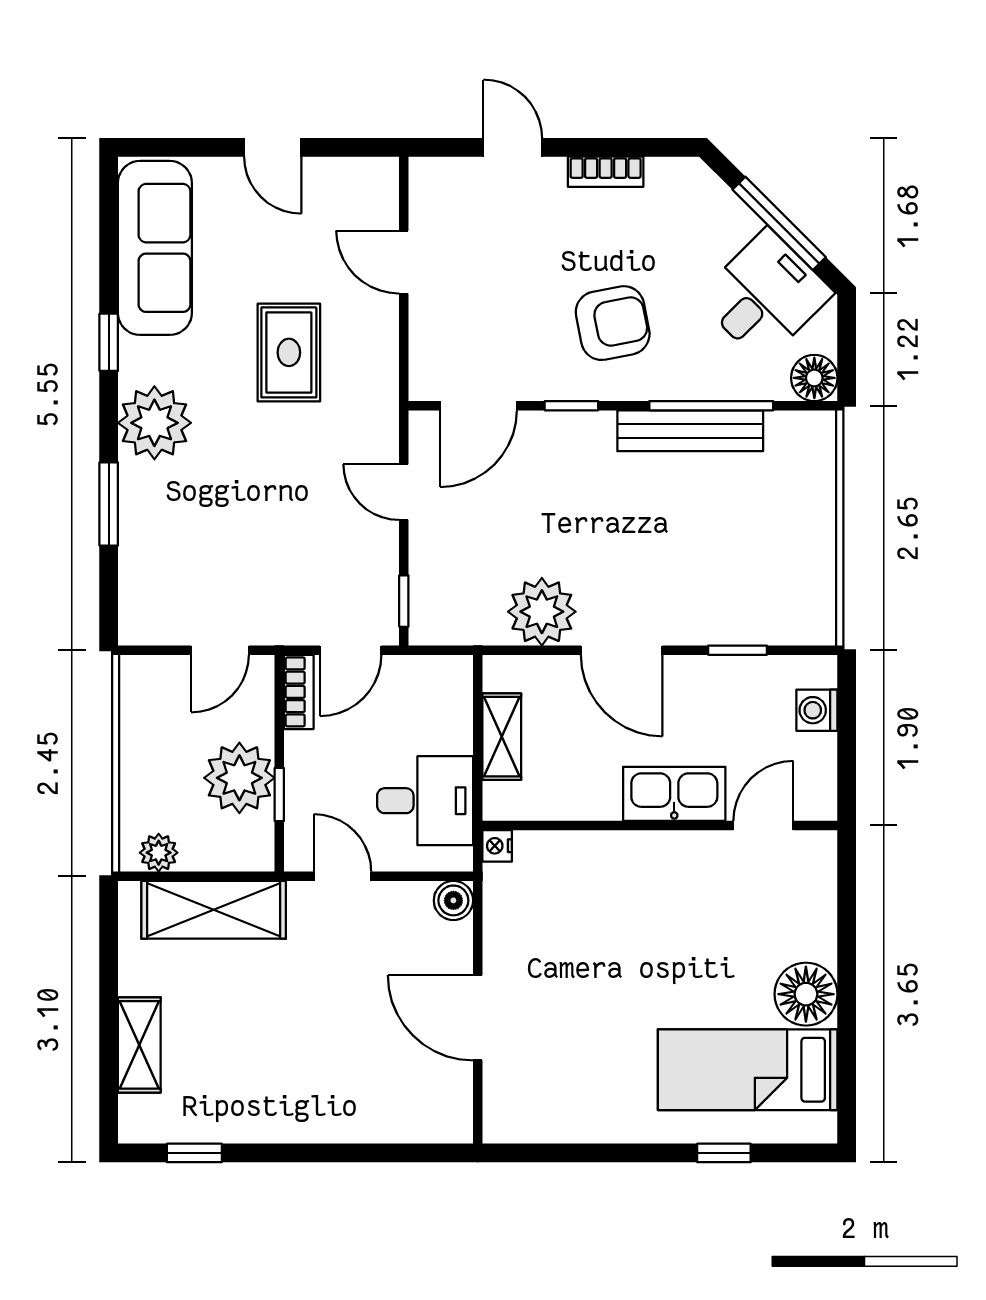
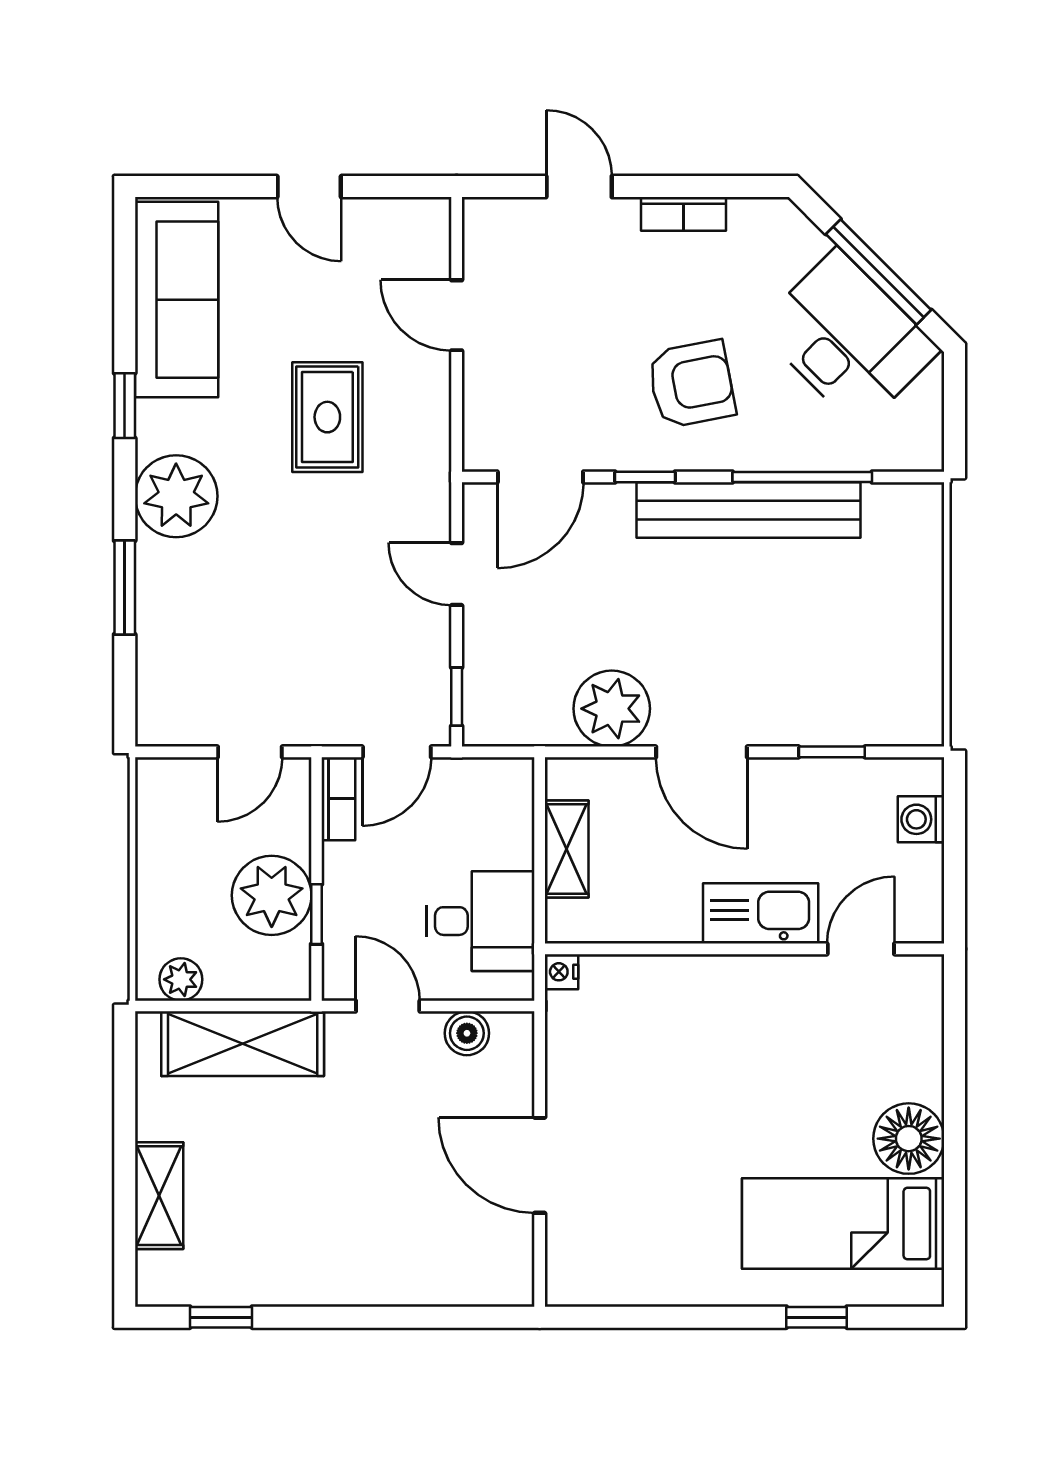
desk: (765, 295) -> (848, 339), width x1.37
floor lamp: (814, 378) -> (918, 446), removed
bench: (690, 431) -> (749, 510), width x1.37, depth x1.21
boiler: (453, 900) -> (467, 1033), moved

